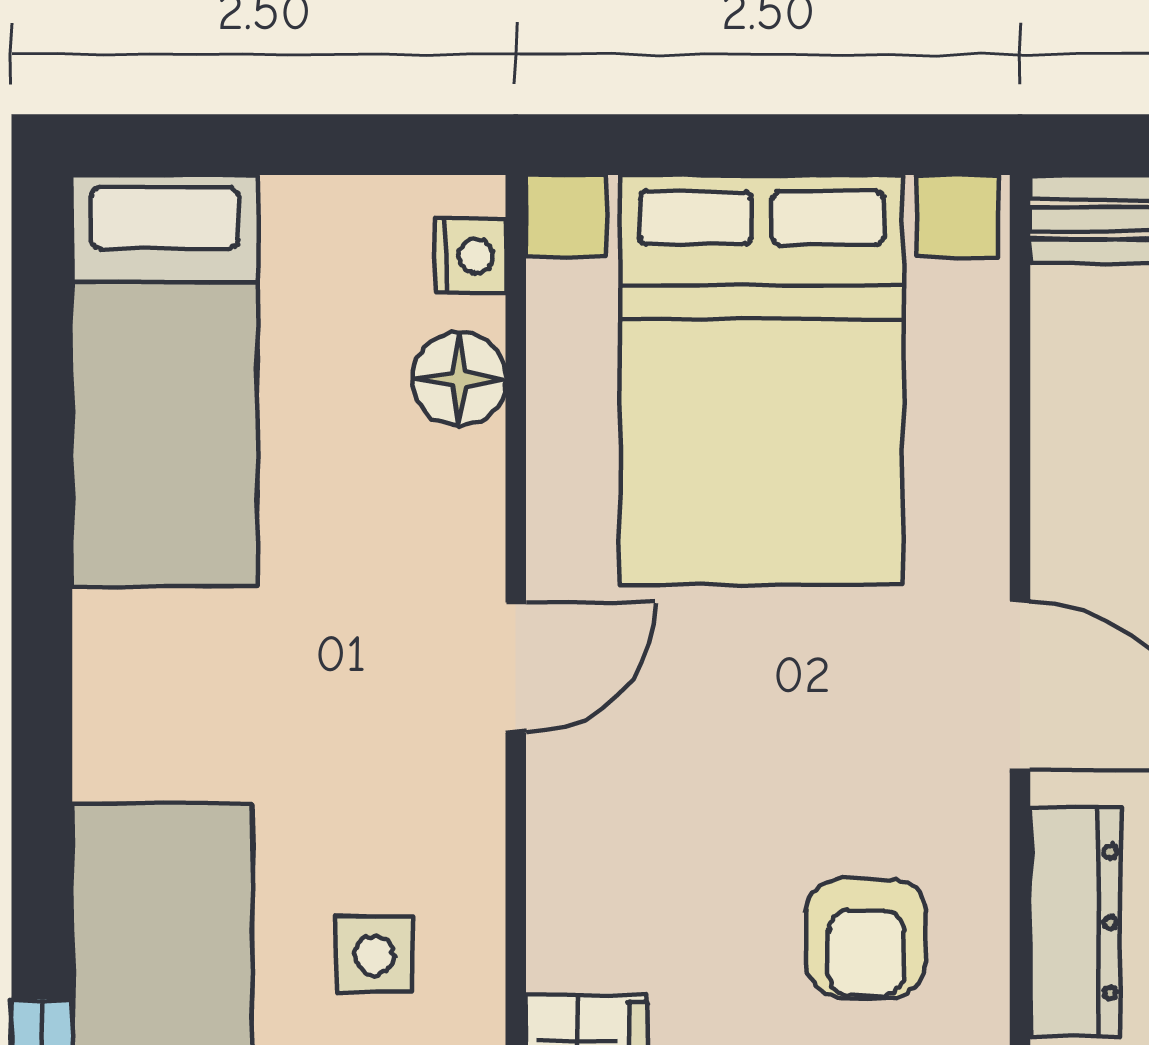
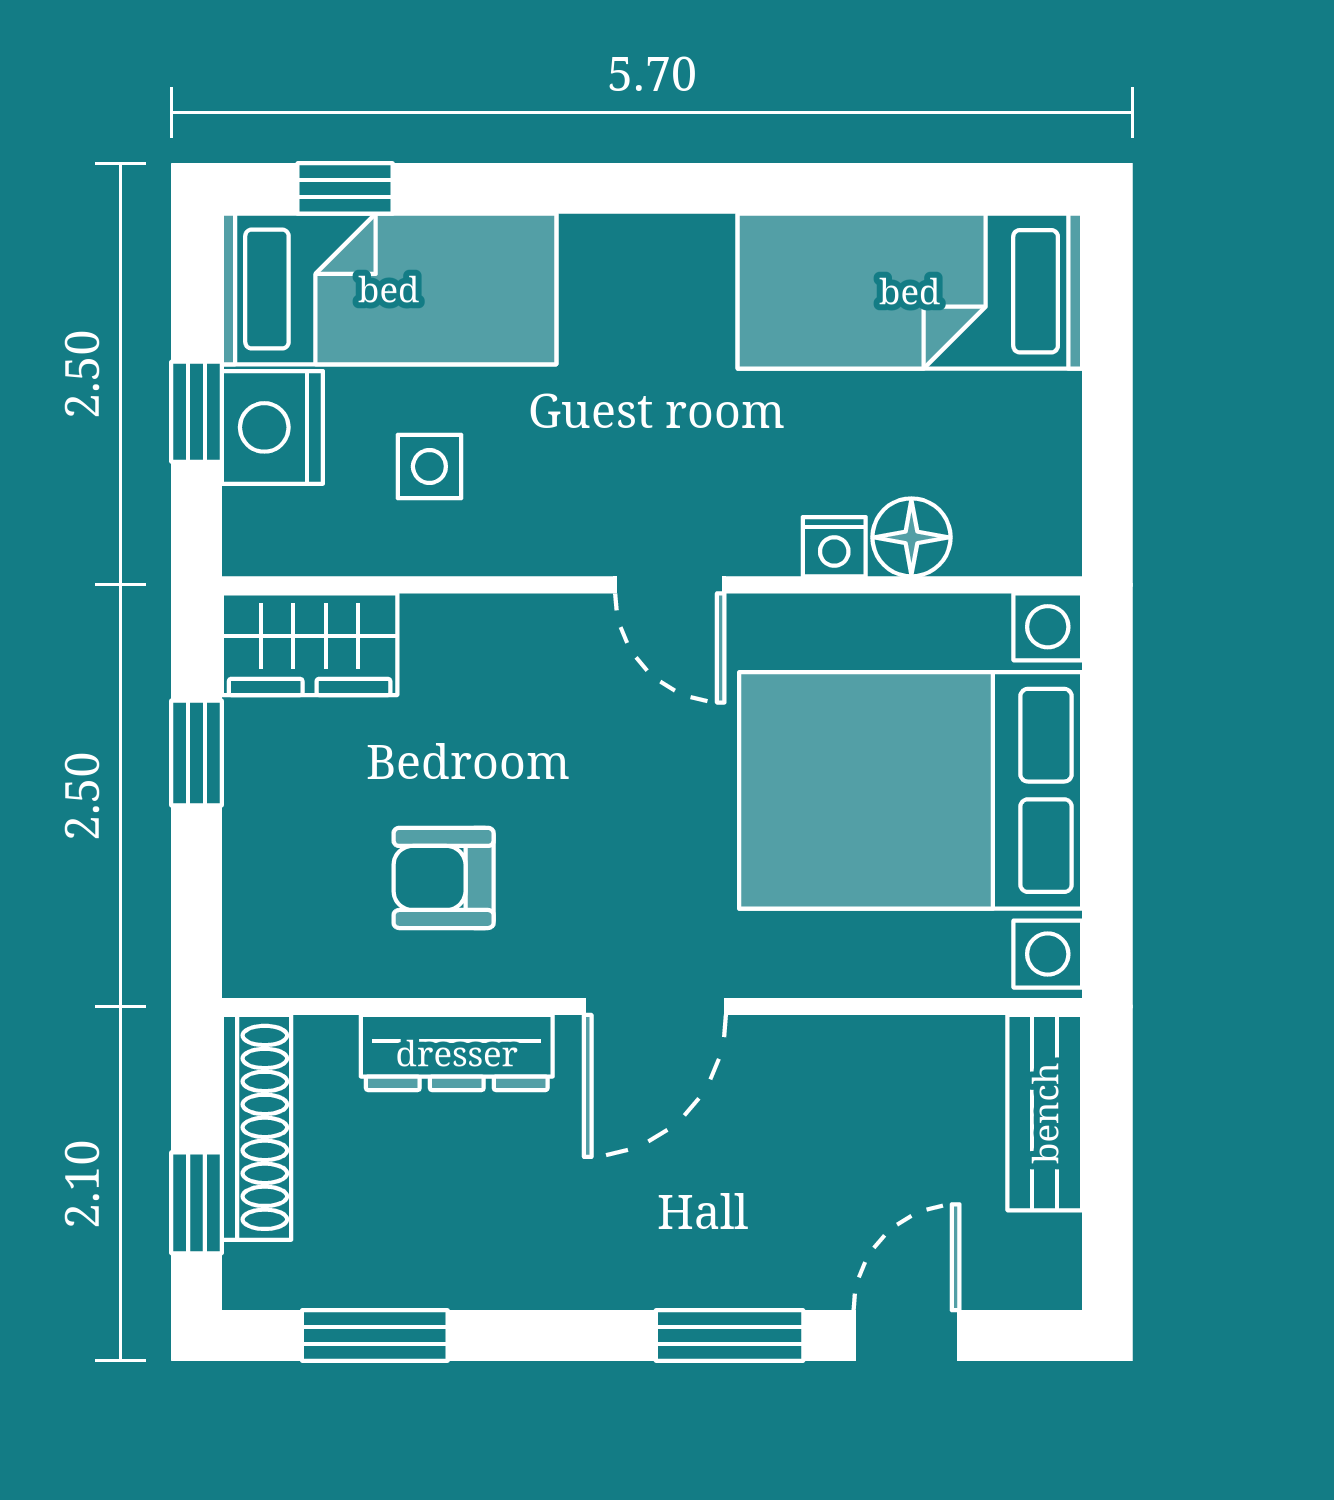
nightstand: (470, 256) -> (834, 547), moved

